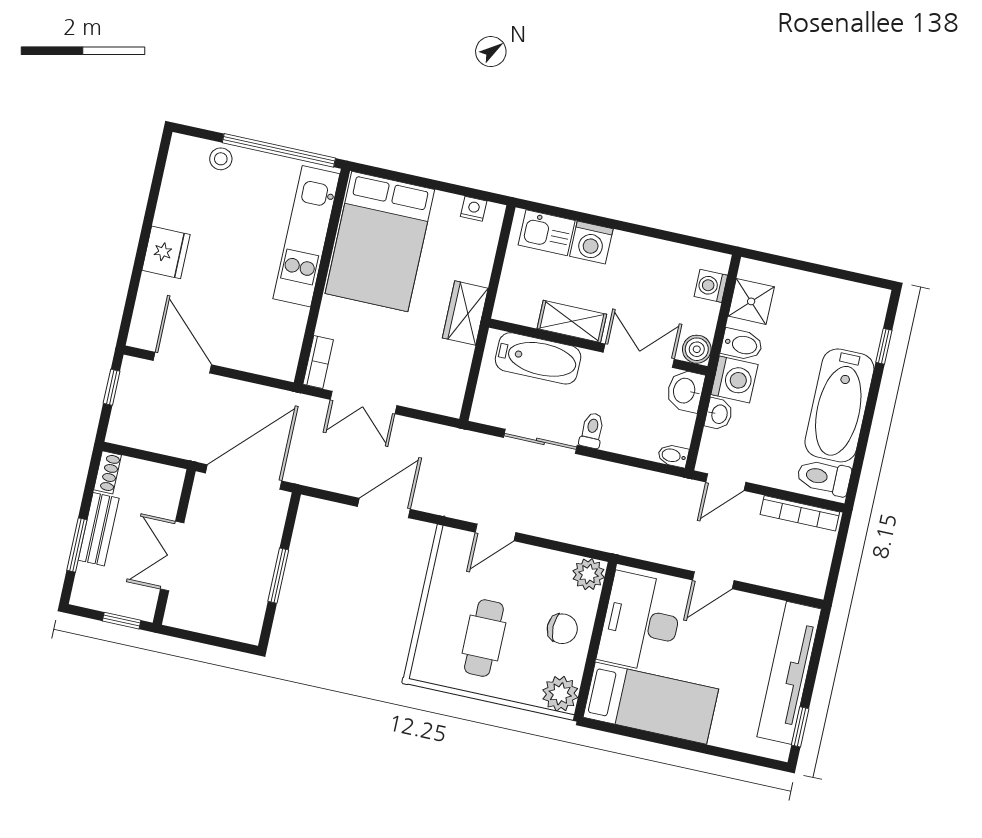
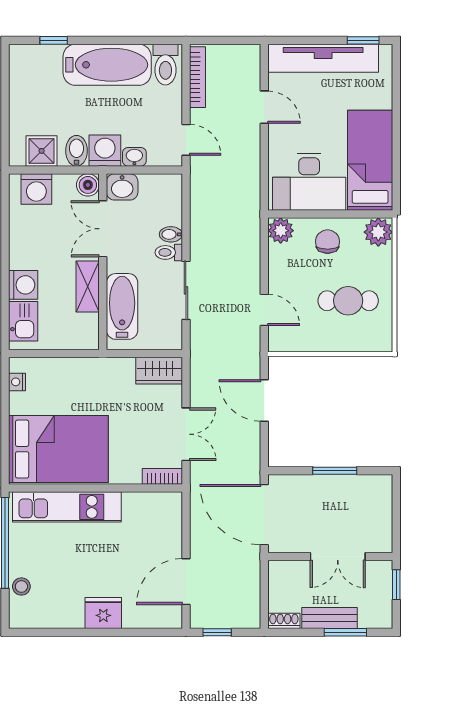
washing machine: (711, 286) -> (36, 189), width x1.38, depth x1.38
wardrobe: (465, 313) -> (159, 371), moved
bidet: (673, 456) -> (171, 234), moved, turned 90
door: (713, 580) -> (264, 107), moved

